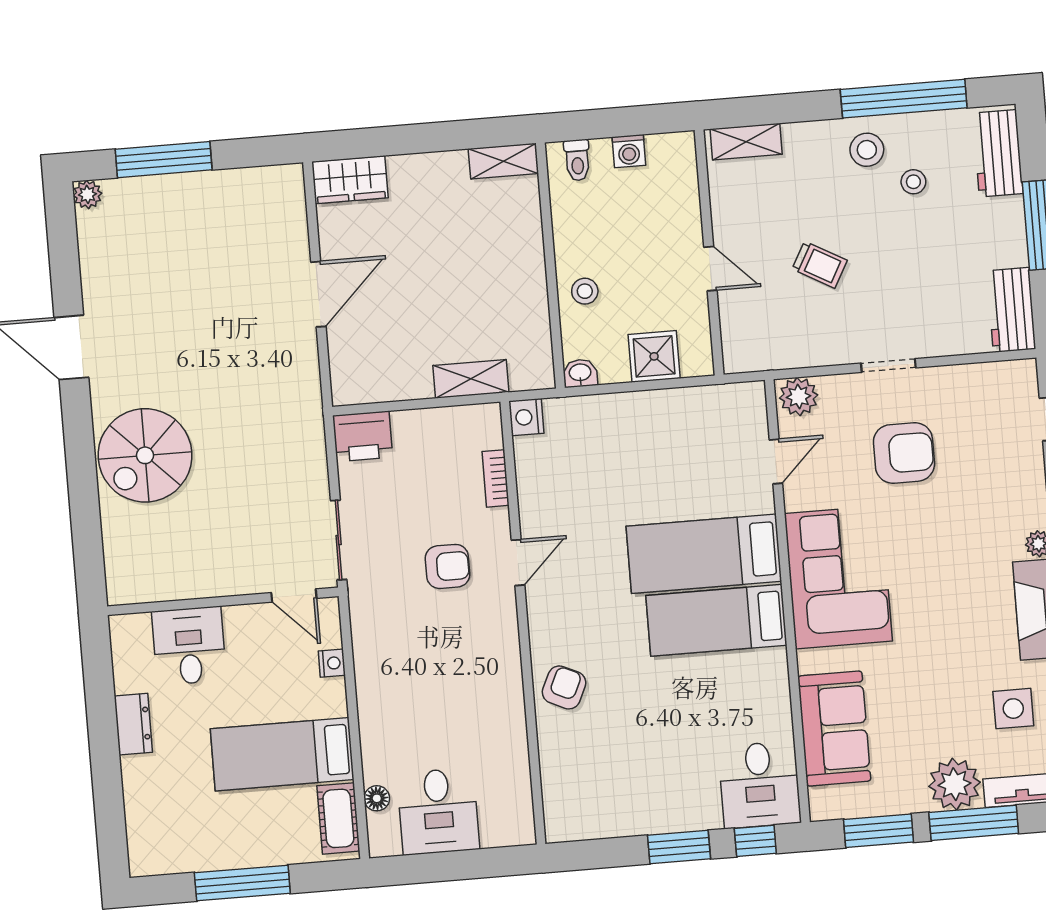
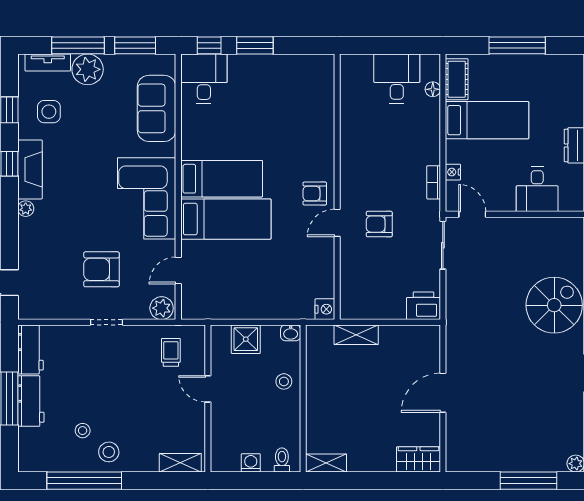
workbench: (998, 153) -> (31, 401), moved
trolley: (820, 265) -> (171, 352), moved, turned 61
bookcase: (496, 478) -> (434, 182), moved, turned 180
armchair: (564, 687) -> (315, 193), moved, turned 65

